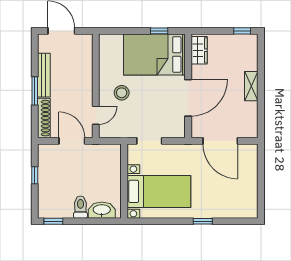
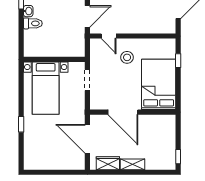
window: (159, 31) -> (178, 61), moved
wardrobe: (199, 50) -> (108, 163), moved, turned 180
door: (220, 141) -> (87, 139), hinge flipped
washbasin: (102, 210) -> (28, 11), moved, width x0.52, depth x0.69

